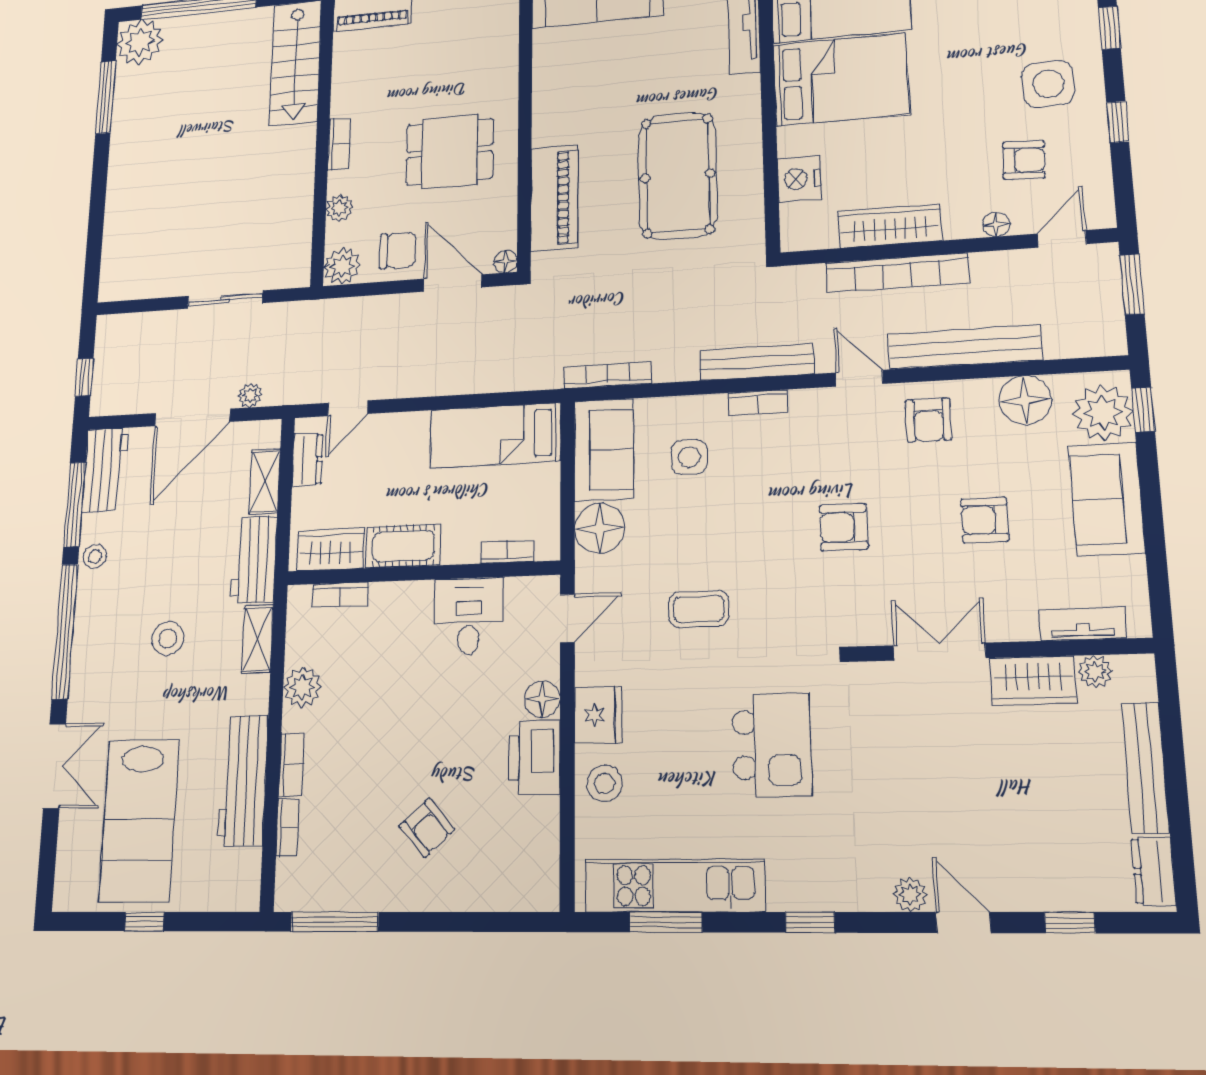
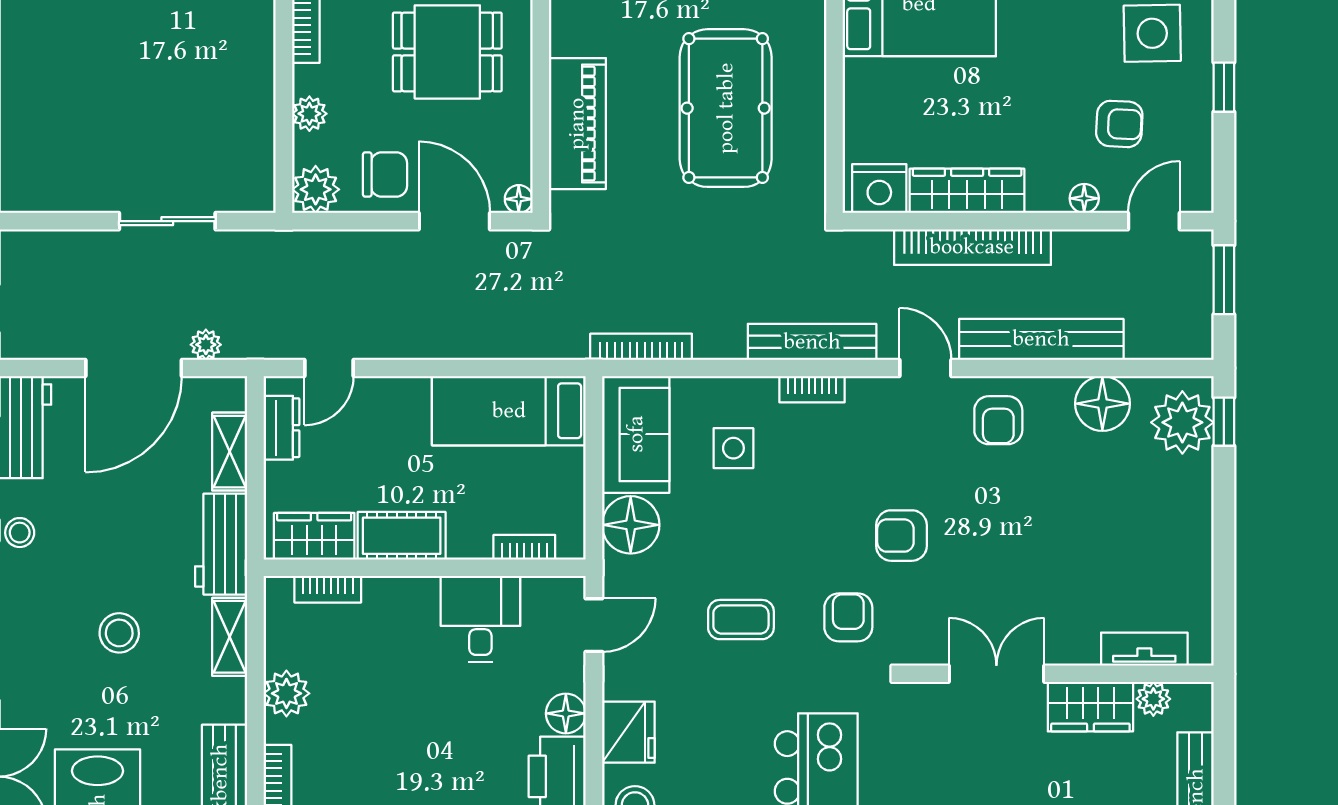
nightstand: (799, 179) -> (879, 189), moved, turned -90
sofa: (1107, 499) -> (1179, 517), removed
armchair: (985, 520) -> (848, 617), moved, turned 90

